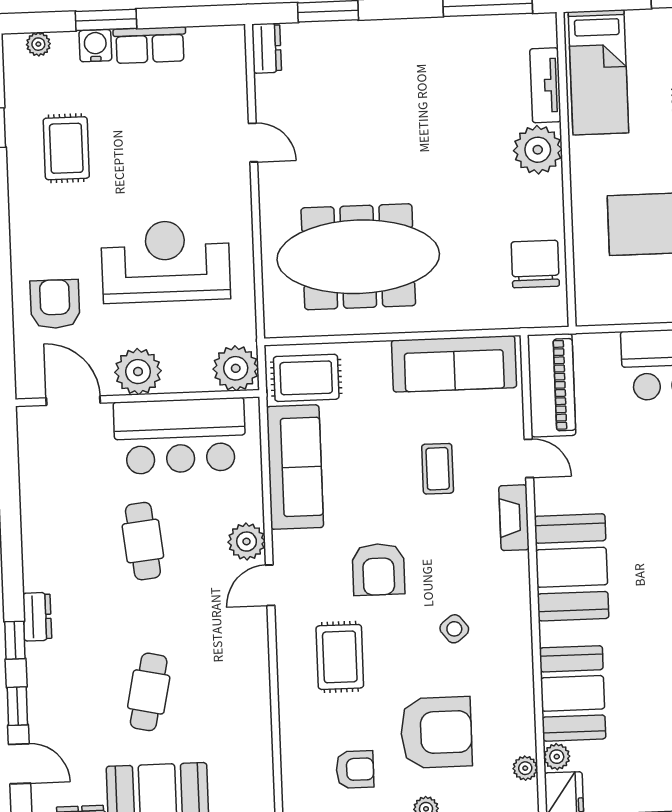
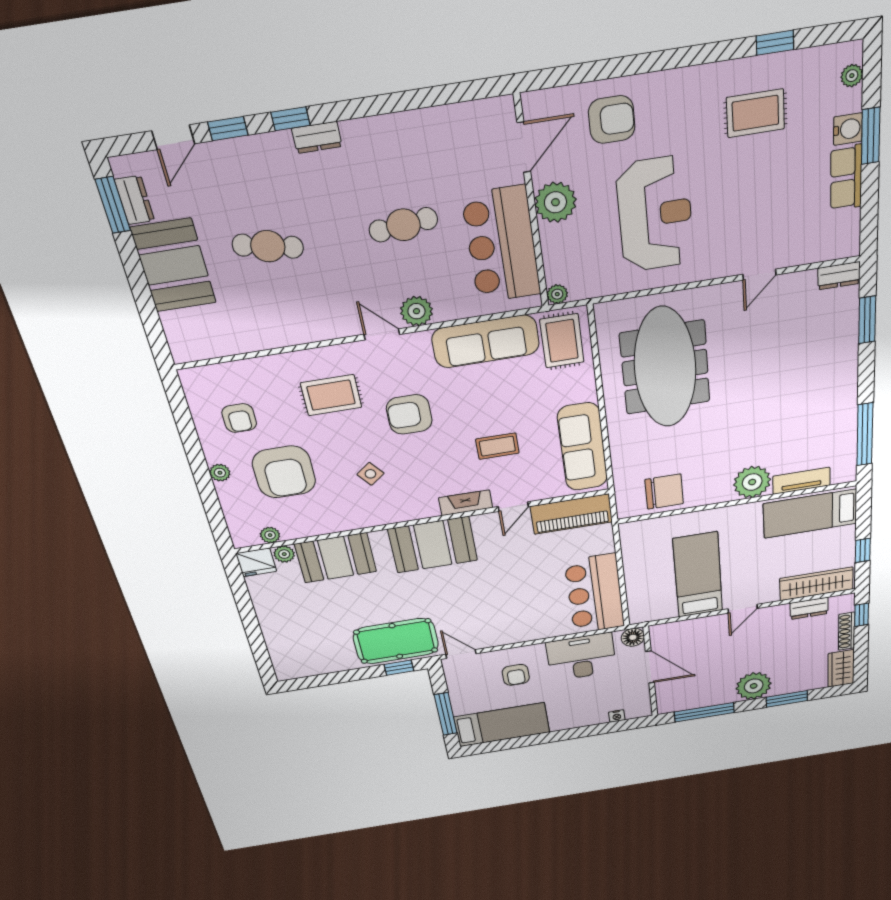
plant: (236, 368) -> (557, 294), width x0.53, depth x0.53

